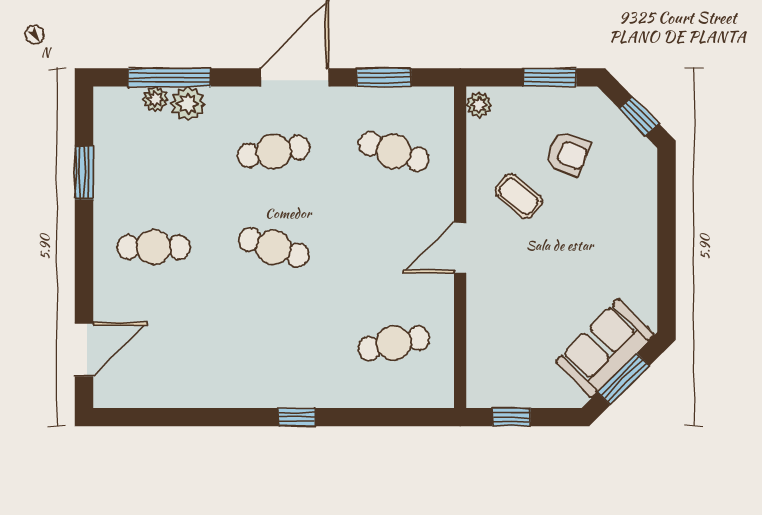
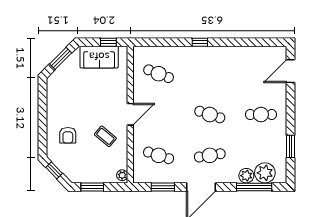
plant: (155, 99) -> (265, 173), width x1.88, depth x1.88
armchair: (568, 154) -> (68, 135), moved, turned -111
cafe table: (394, 343) -> (159, 74), turned 33
sofa: (605, 348) -> (99, 57), moved, turned 45

